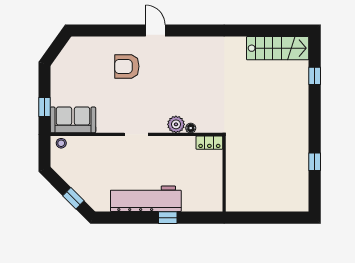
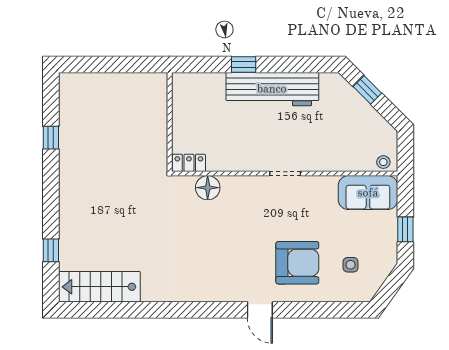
side table: (86, 65) -> (351, 265), added
armchair: (127, 66) -> (297, 263), width x1.36, depth x1.36
window: (44, 107) -> (405, 229), moved
plant: (176, 124) -> (233, 187), removed
floor lamp: (191, 128) -> (208, 188), width x1.89, depth x1.89

